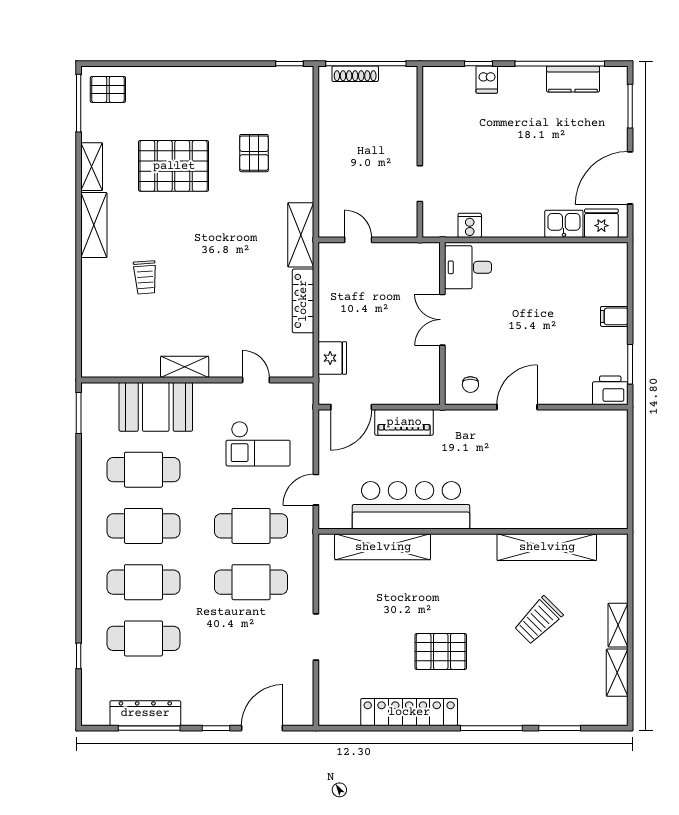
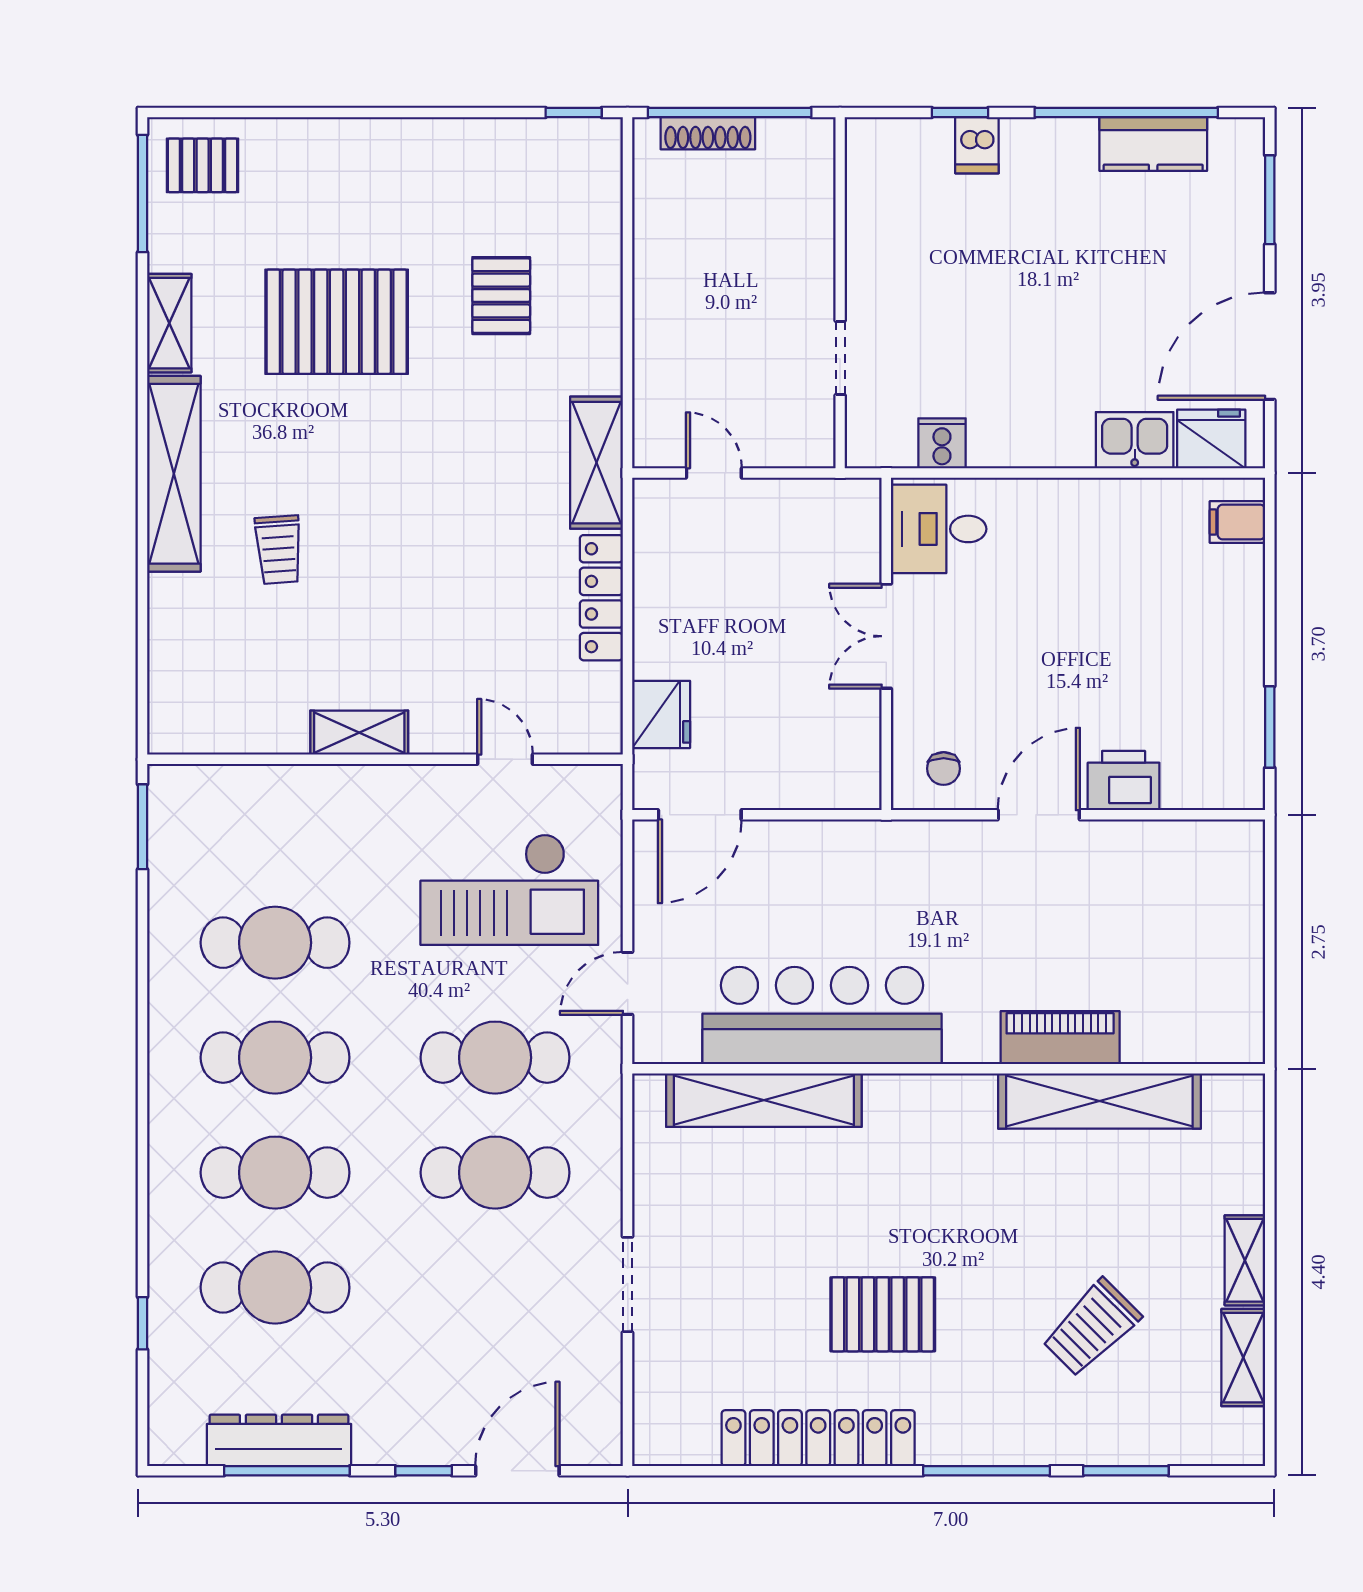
shelving: (94, 225) -> (174, 474), width x1.47
filing cabinet: (614, 316) -> (1237, 522), moved
printer: (610, 390) -> (1124, 781), moved
booth: (156, 407) -> (300, 814), removed
piano: (404, 422) -> (1060, 1038), moved, turned 180
checkout: (258, 444) -> (509, 890), width x1.36, depth x1.21
trolley: (538, 620) -> (1091, 1328), moved

